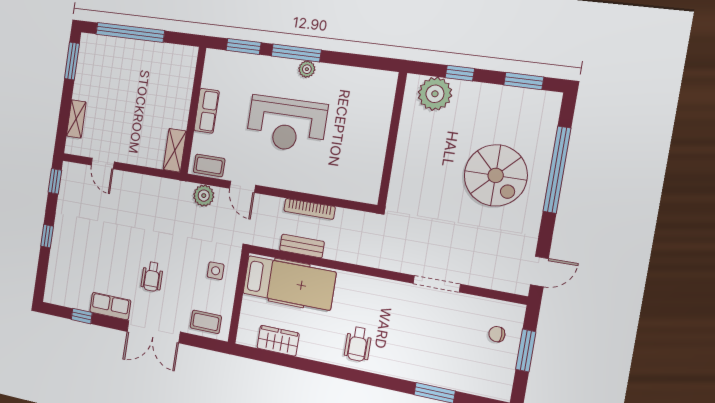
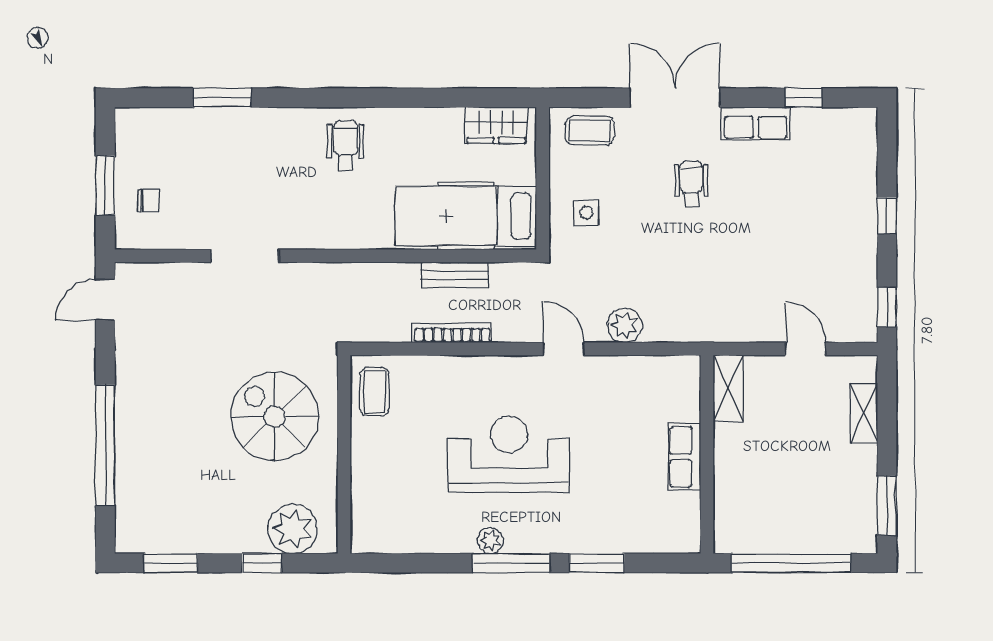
wall: (193, 110) -> (707, 454), moved
row of seats: (207, 111) -> (685, 457), moved
shelving: (175, 150) -> (728, 388), moved
coffee table: (209, 165) -> (375, 392), moved, turned 90
spiral stairs: (496, 175) -> (274, 417), moved
wardrobe: (278, 341) -> (496, 125), moved

